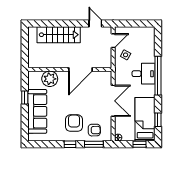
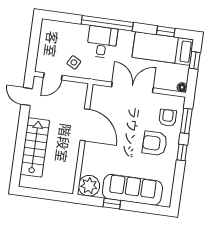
door: (95, 23) -> (27, 97), hinge flipped
door: (113, 41) -> (53, 76), swing flipped
plant: (50, 79) -> (89, 186), moved

